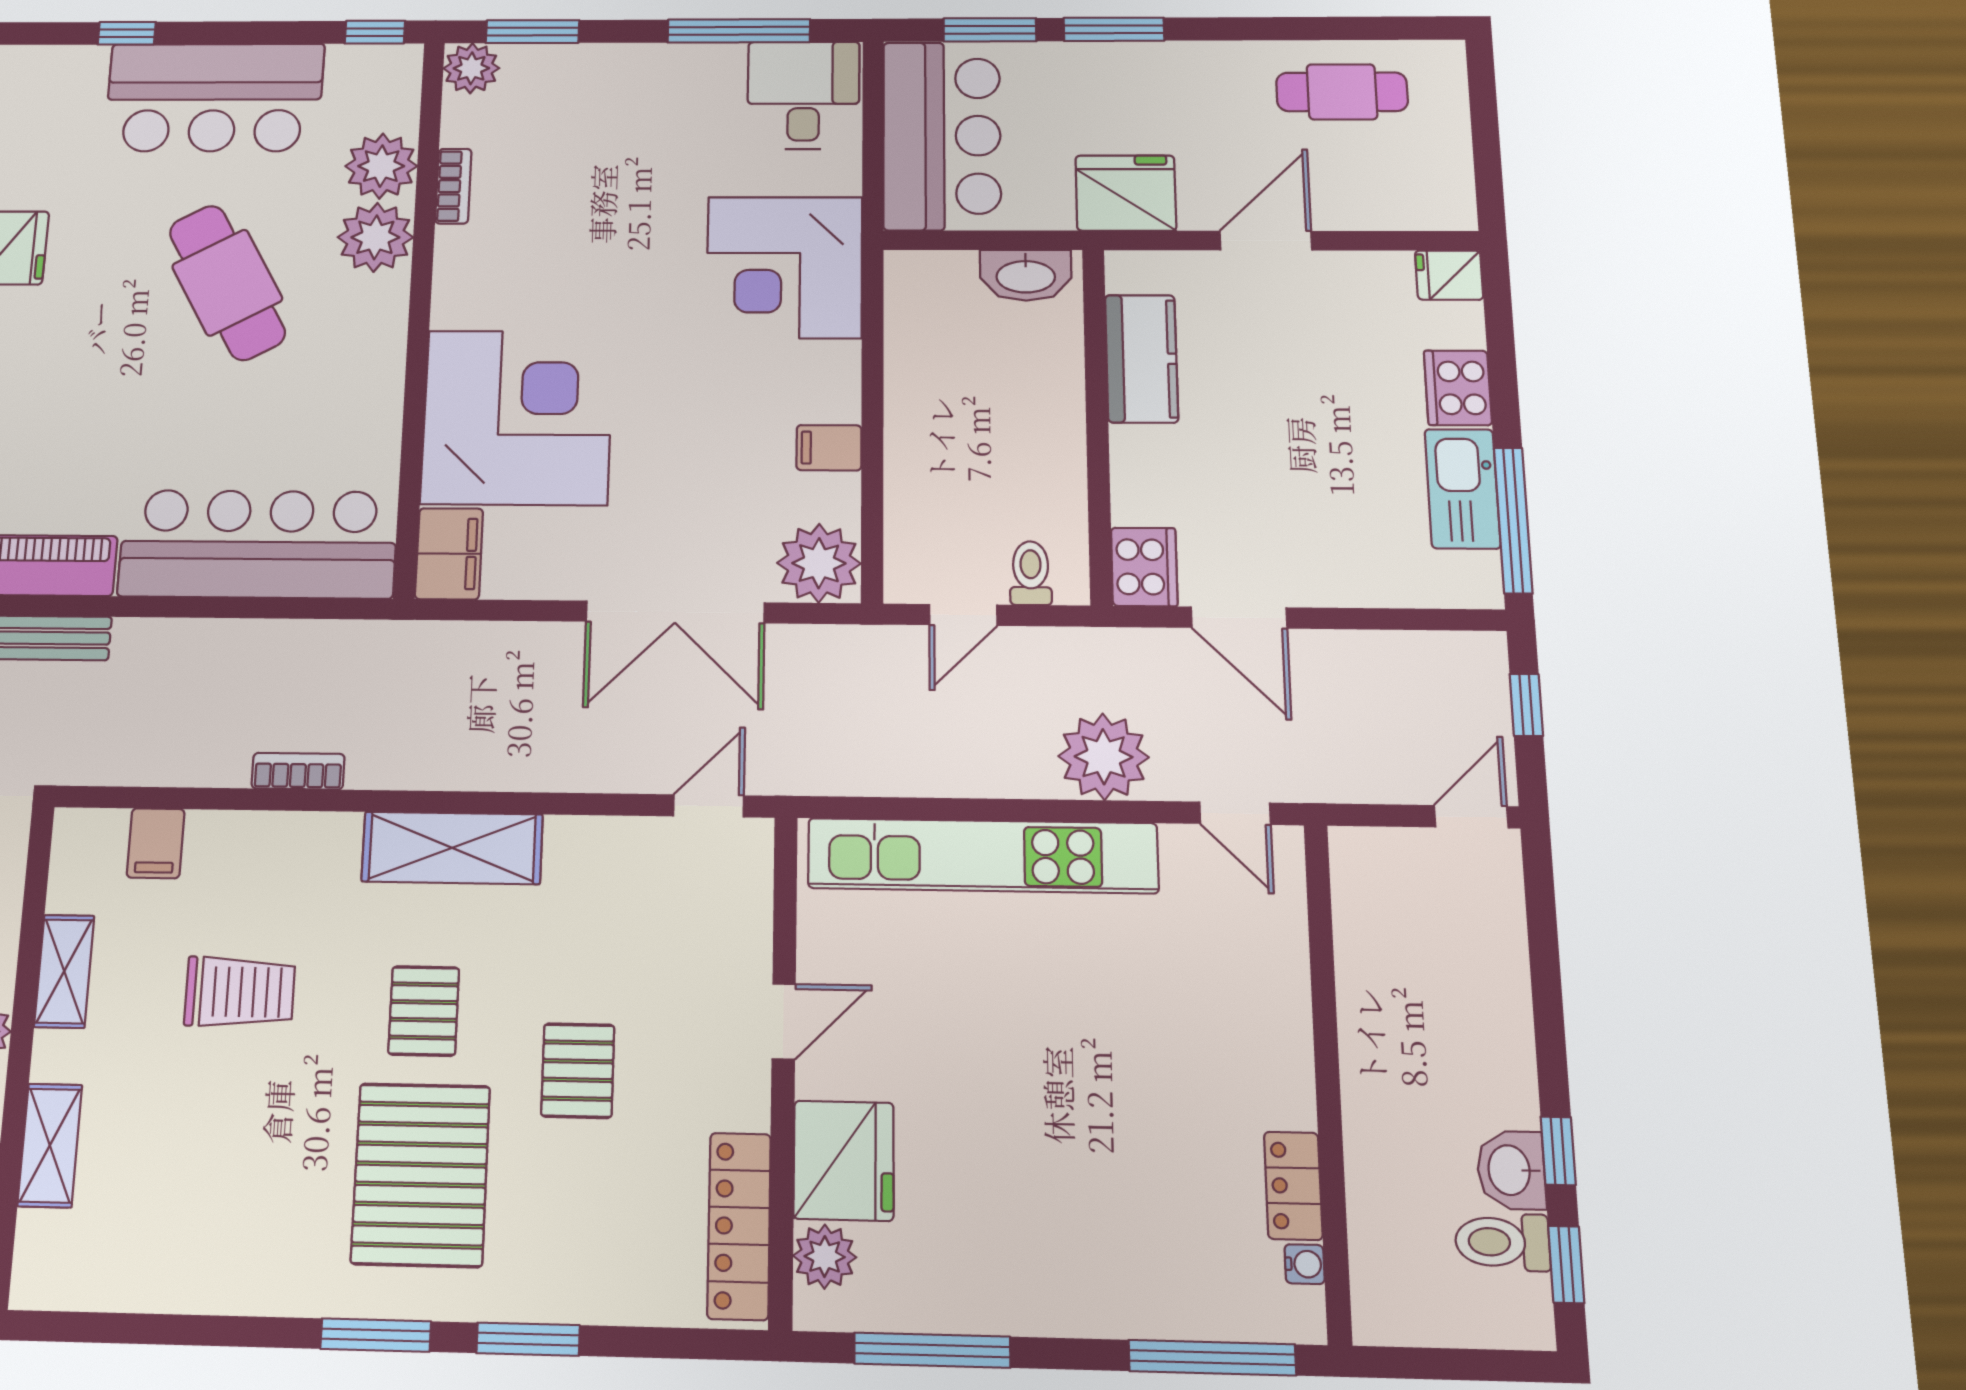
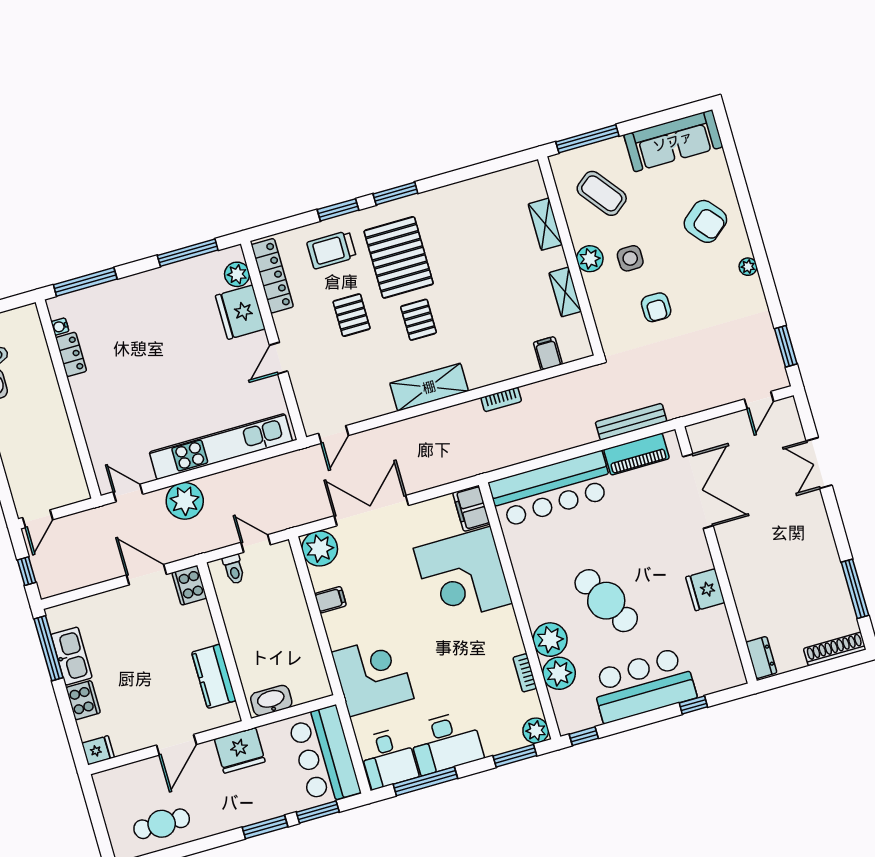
desk: (670, 94) -> (446, 742), added
door: (963, 615) -> (256, 544), hinge flipped
trolley: (240, 992) -> (331, 250), moved

